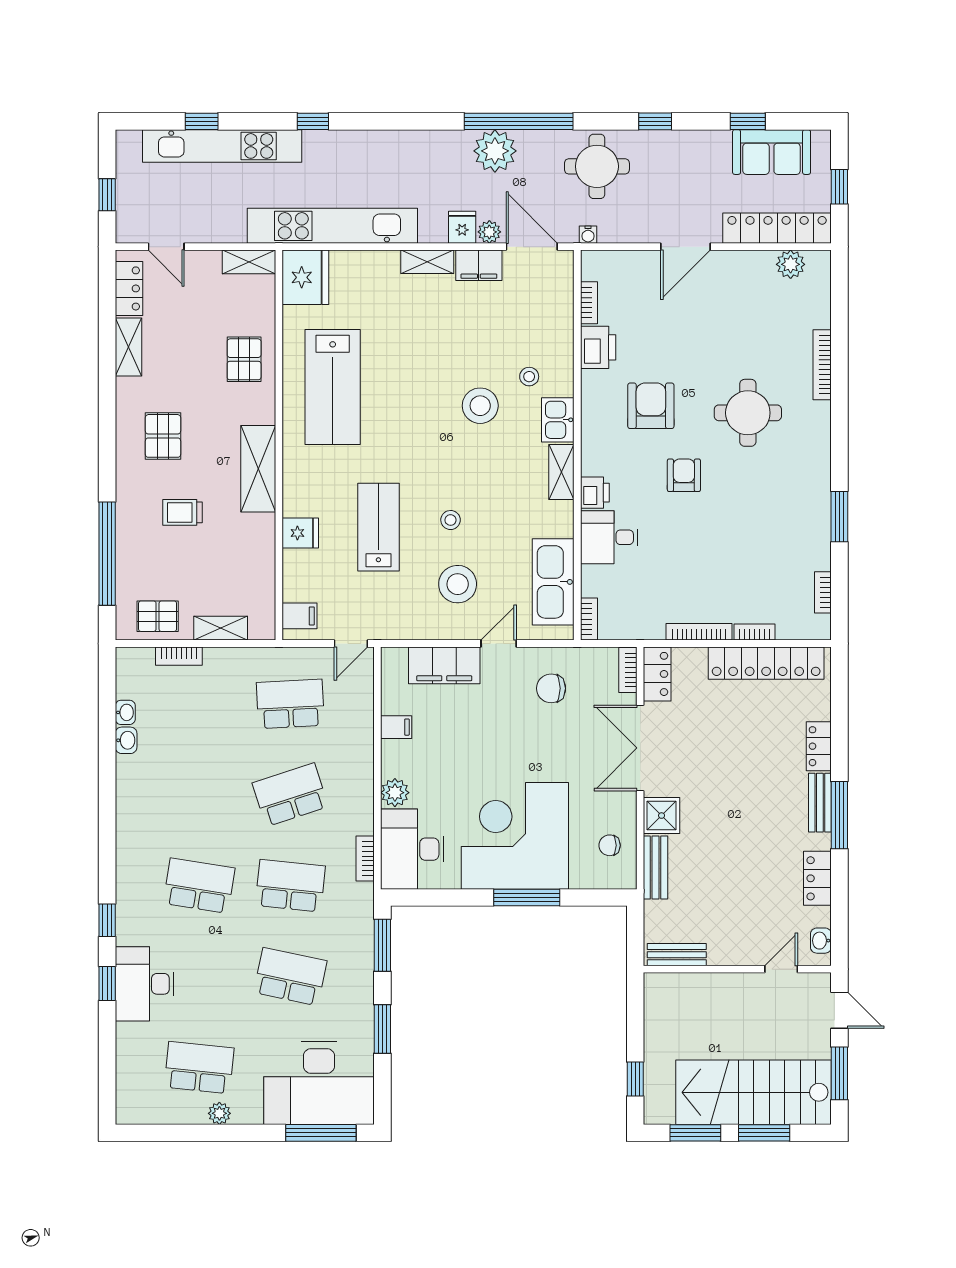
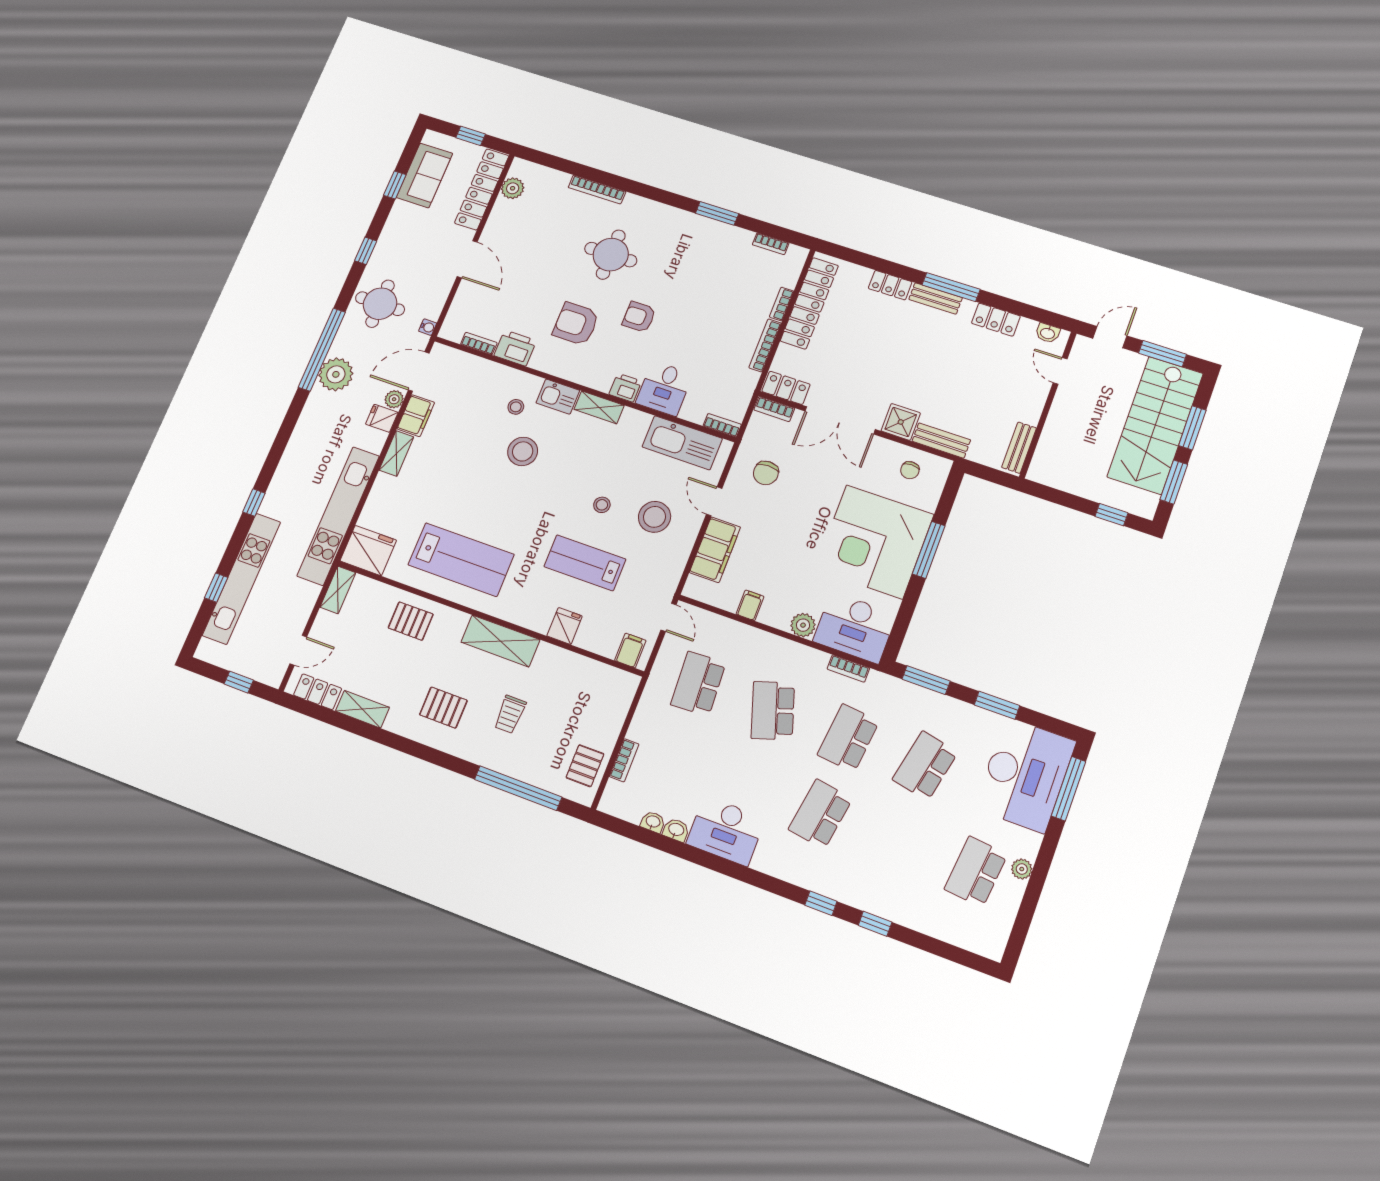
shelving: (221, 628) -> (615, 718), removed
desk: (145, 984) -> (726, 831), moved

